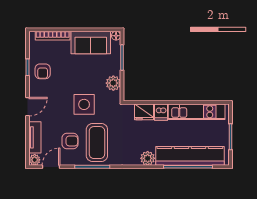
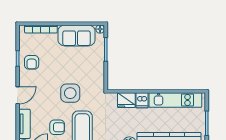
plant: (113, 83) -> (97, 73), removed

